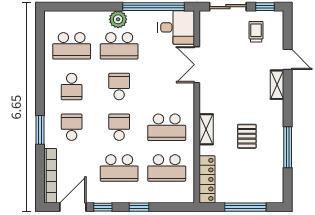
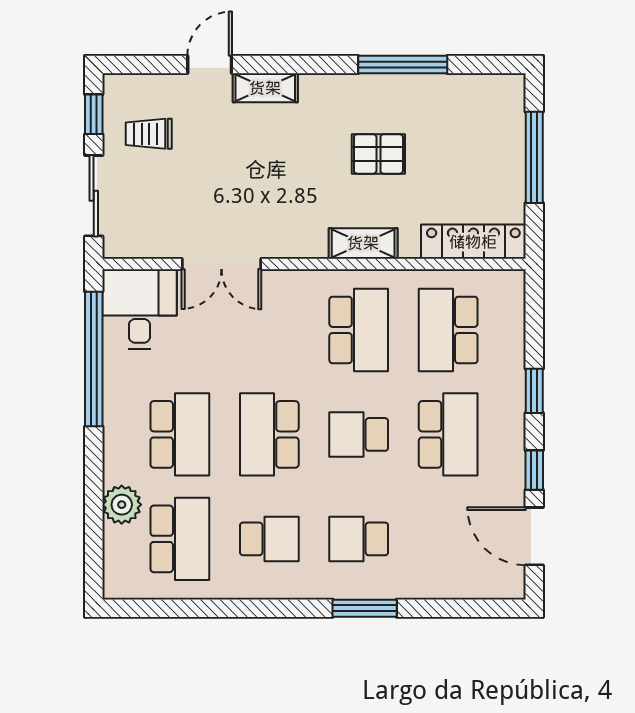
plant: (118, 19) -> (122, 505), moved
school desk: (119, 87) -> (269, 434), width x1.85
school desk: (167, 168) -> (448, 330), turned 180
bookcase: (50, 176) -> (465, 586), removed

